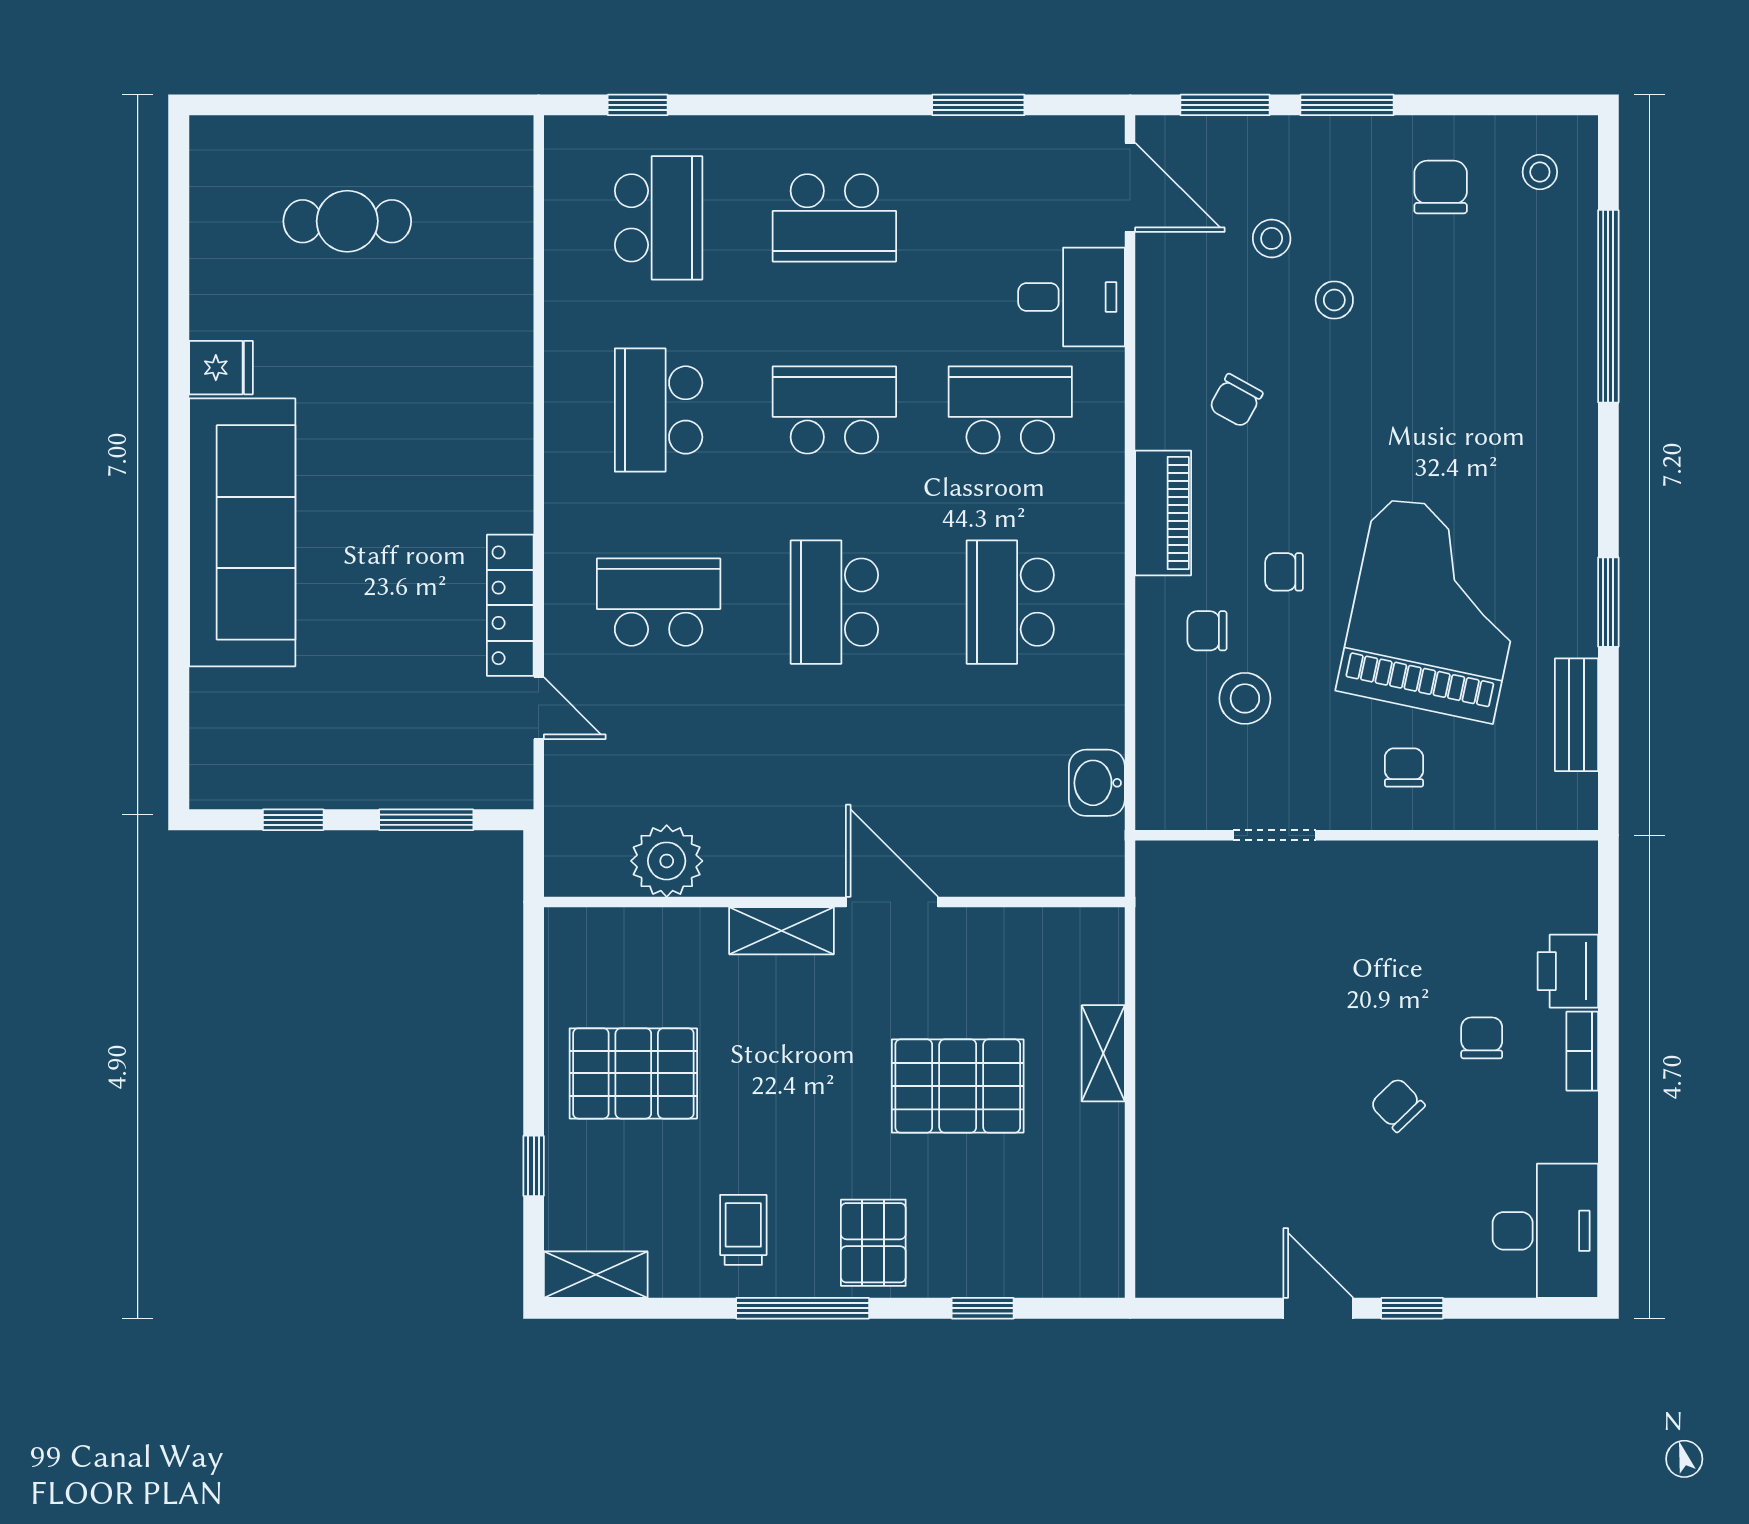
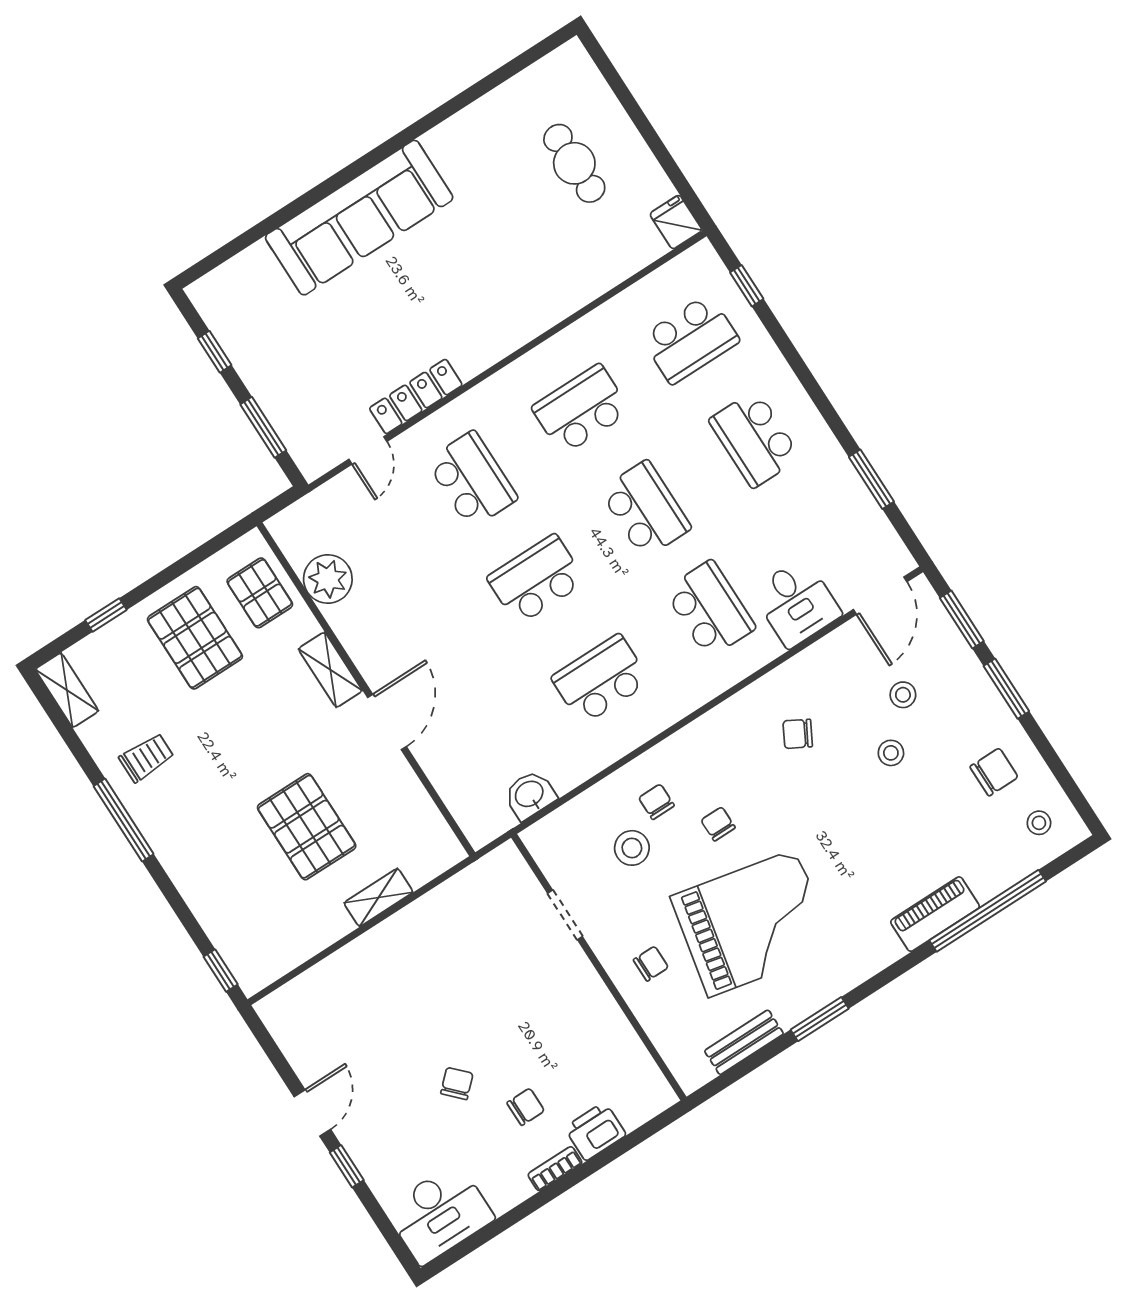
fridge: (221, 368) -> (676, 222), moved, turned 180
piano: (1163, 513) -> (935, 914), moved, turned 180
pallet: (873, 1243) -> (260, 593), moved, turned 90
window: (983, 1308) -> (221, 971), moved

